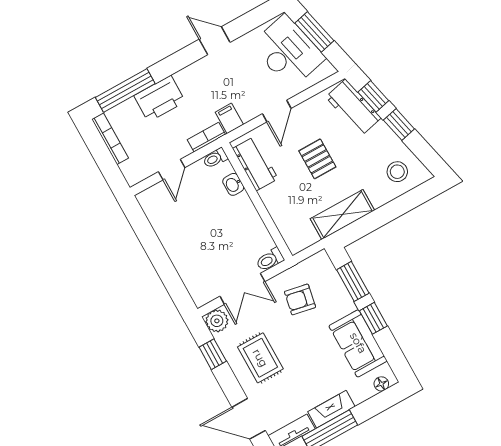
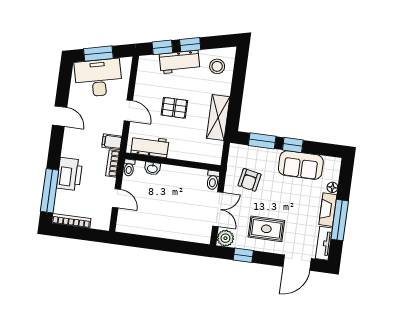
door: (215, 41) -> (60, 116), swing flipped
workbench: (353, 107) -> (180, 62), moved
floor lamp: (381, 384) -> (332, 187), moved

